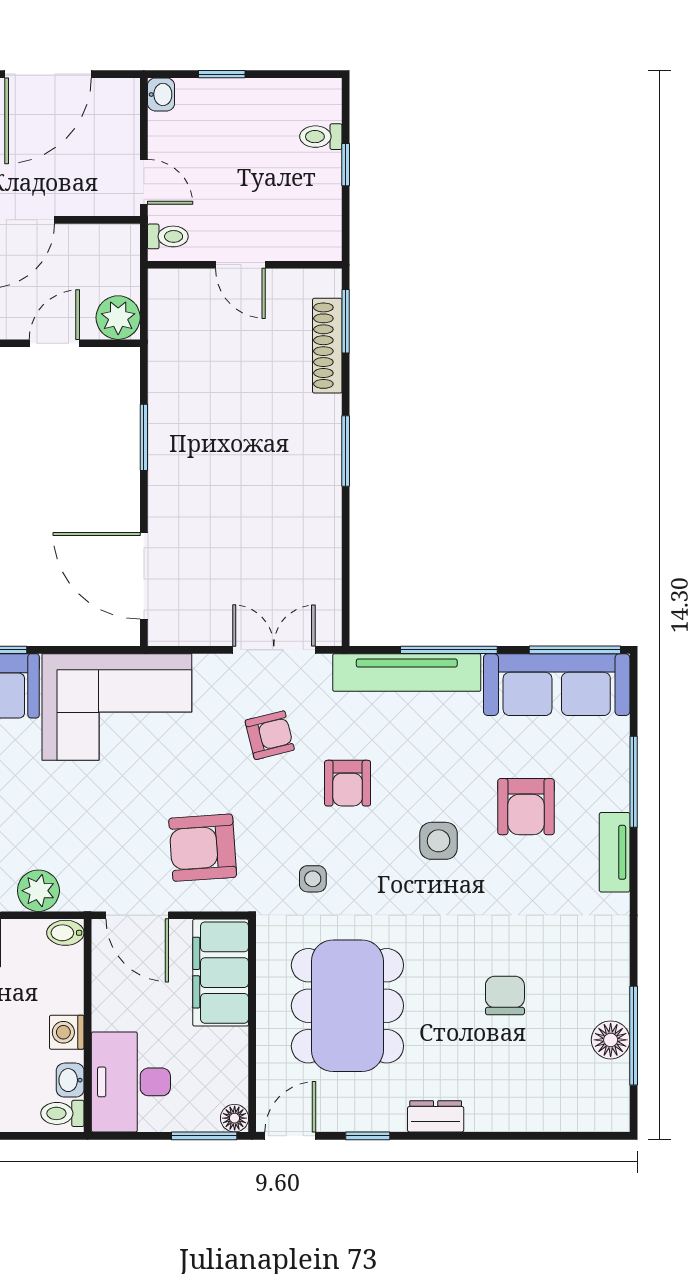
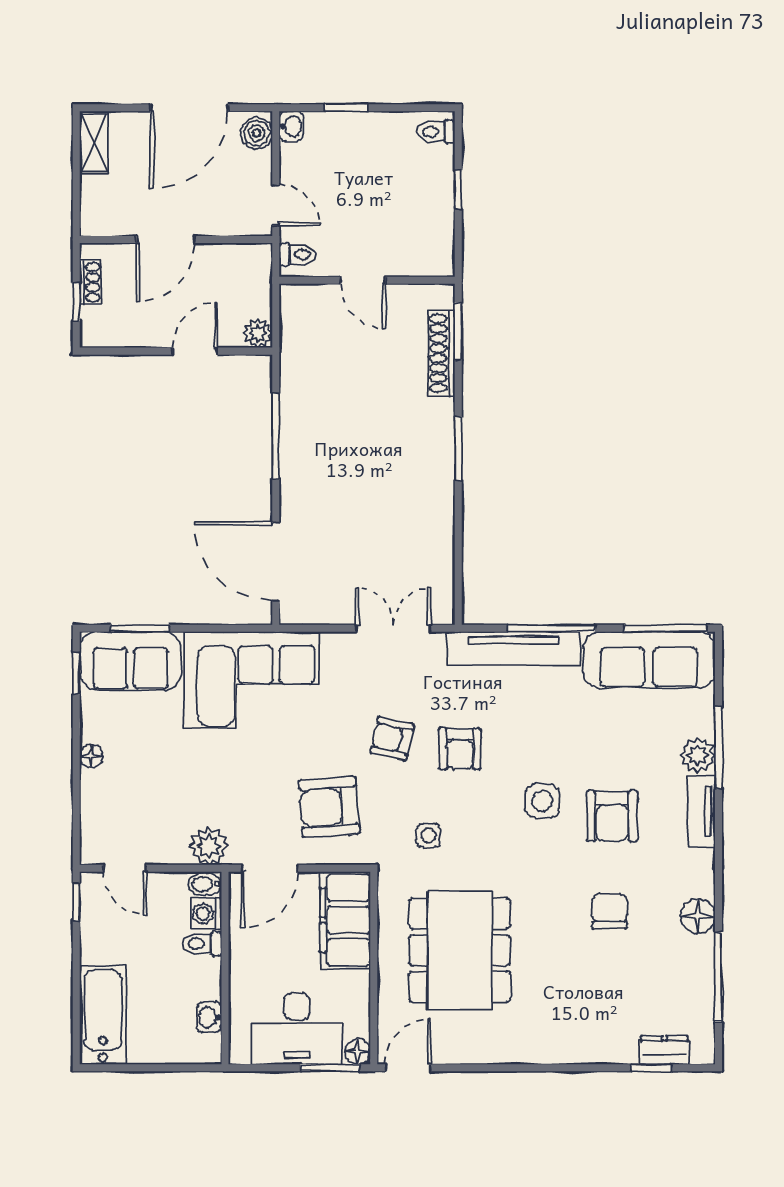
boiler: (123, 102) -> (257, 133), added
toilet: (321, 137) -> (436, 132), moved
plant: (118, 318) -> (258, 333), width x0.73, depth x0.73
window: (144, 437) -> (276, 436), width x1.44
armchair: (270, 735) -> (392, 739), moved, turned -153
plant: (610, 790) -> (698, 755), added
armchair: (526, 807) -> (612, 816), moved
plant: (38, 891) -> (209, 846), moved
door: (137, 915) -> (270, 868), hinge flipped
chair: (505, 996) -> (610, 911), moved
washing machine: (67, 1032) -> (206, 914), moved
floor lamp: (611, 1040) -> (698, 916), moved
desk: (131, 1082) -> (297, 1029), moved, turned -90
toilet: (62, 1113) -> (202, 944), moved
dresser: (436, 1116) -> (664, 1050), moved
window: (368, 1136) -> (651, 1068), moved

